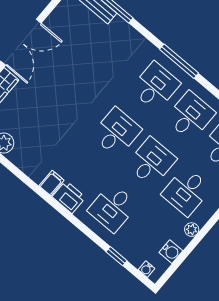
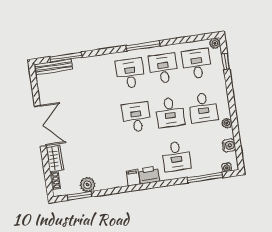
window: (179, 61) -> (143, 46), moved
desk: (151, 162) -> (170, 112), turned 180
window: (117, 256) -> (205, 178), width x2.17

